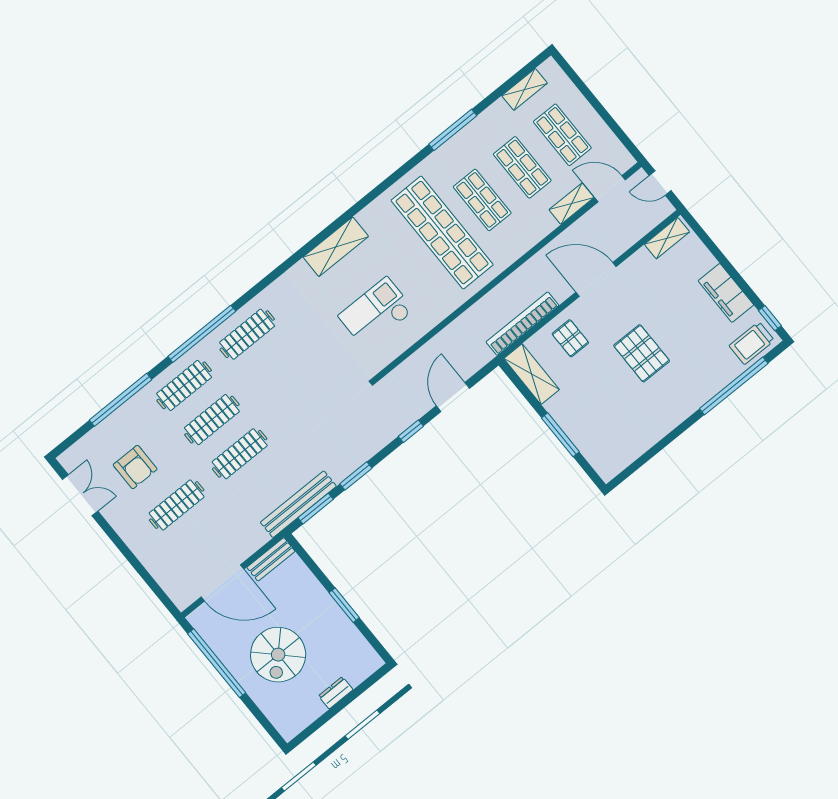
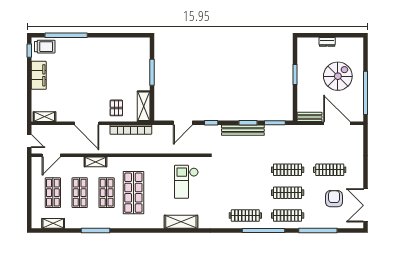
door: (610, 189) -> (51, 155), hinge flipped
shelving: (571, 204) -> (95, 162), moved
shop shelf: (442, 233) -> (133, 193), width x0.71
checkout: (376, 313) -> (186, 182), turned 90
pallet: (642, 353) -> (92, 79), removed
double door: (80, 495) -> (365, 205), width x1.37
bench: (298, 504) -> (243, 130), moved

